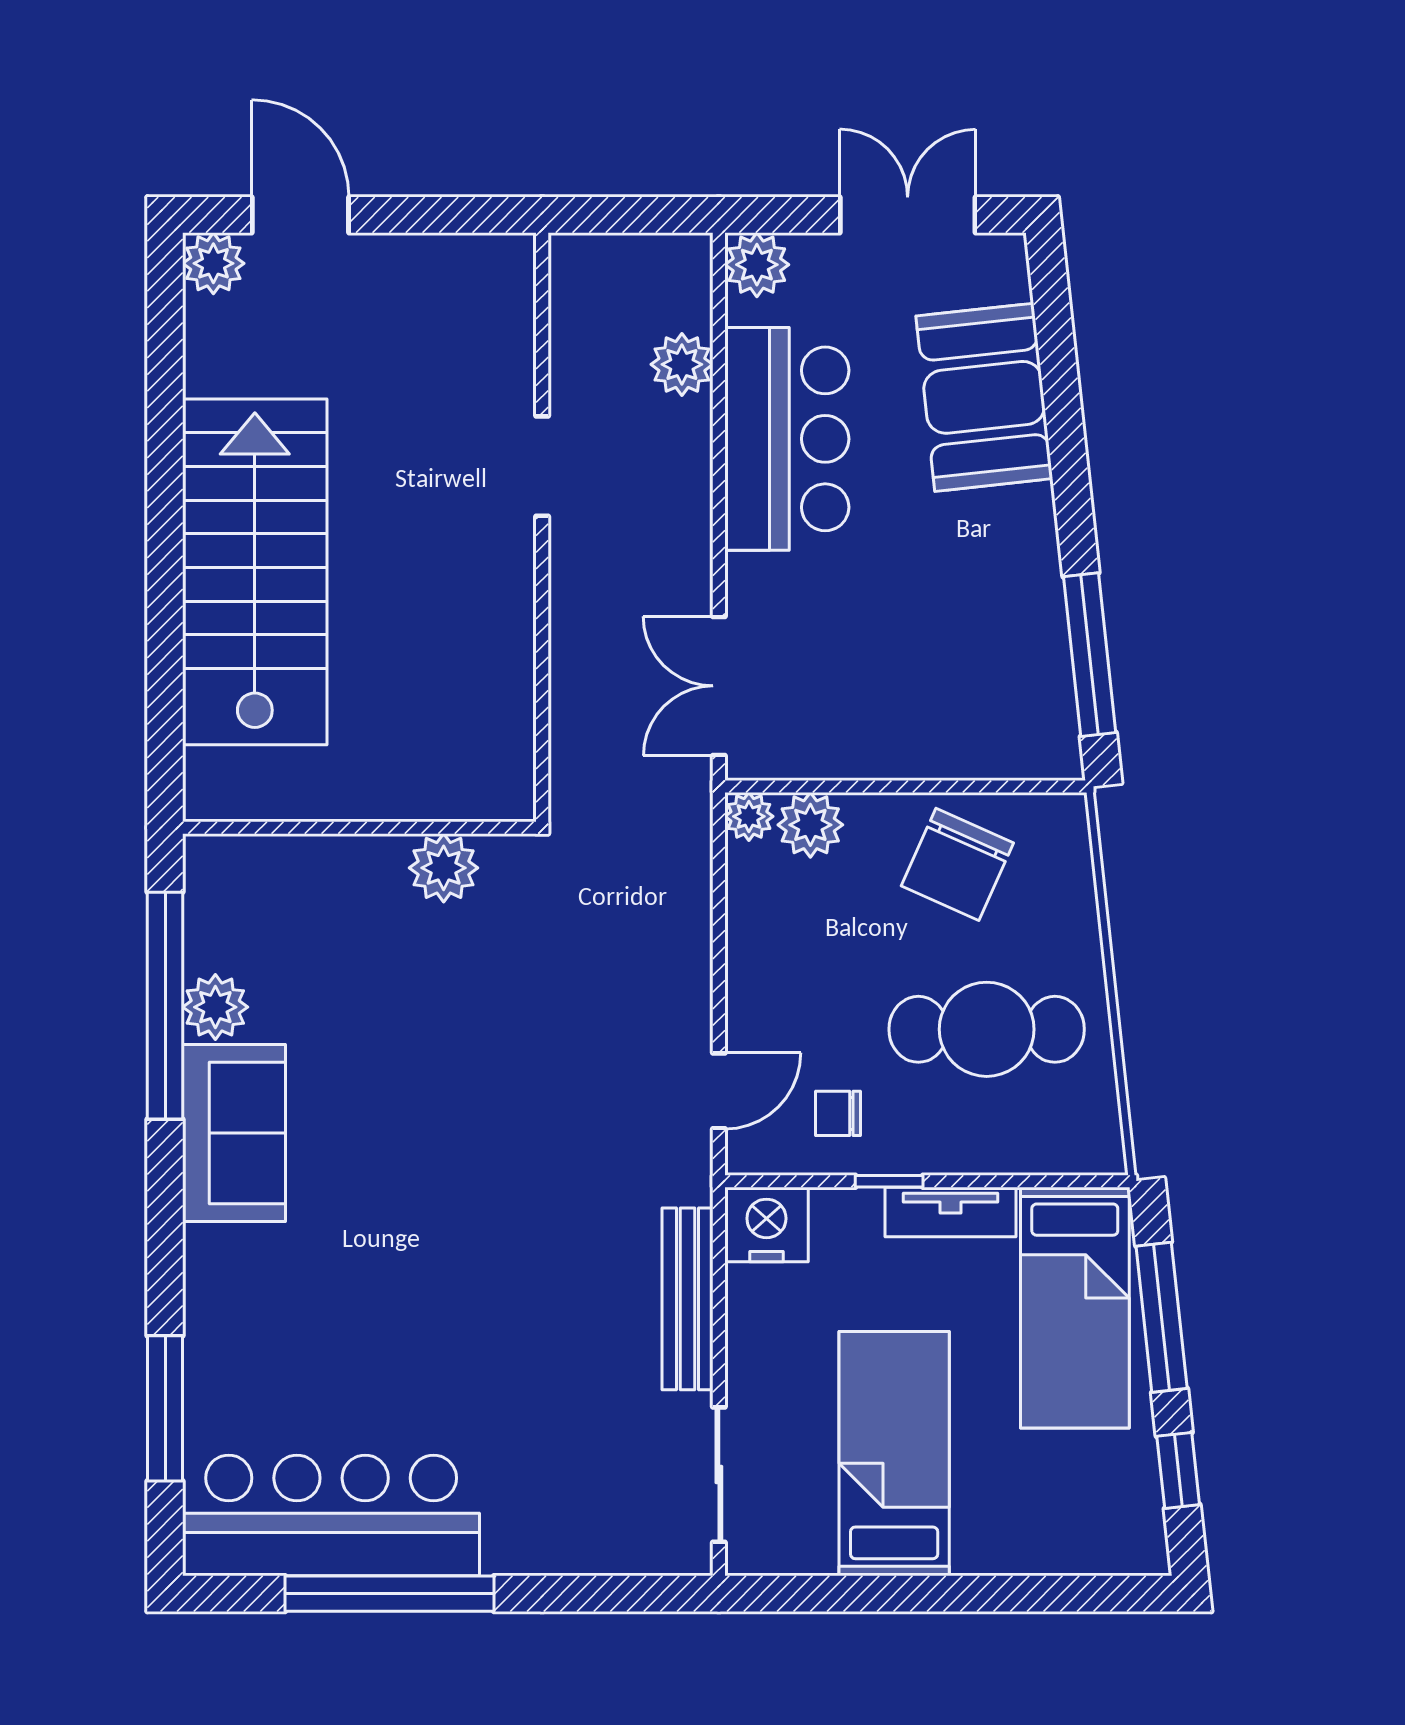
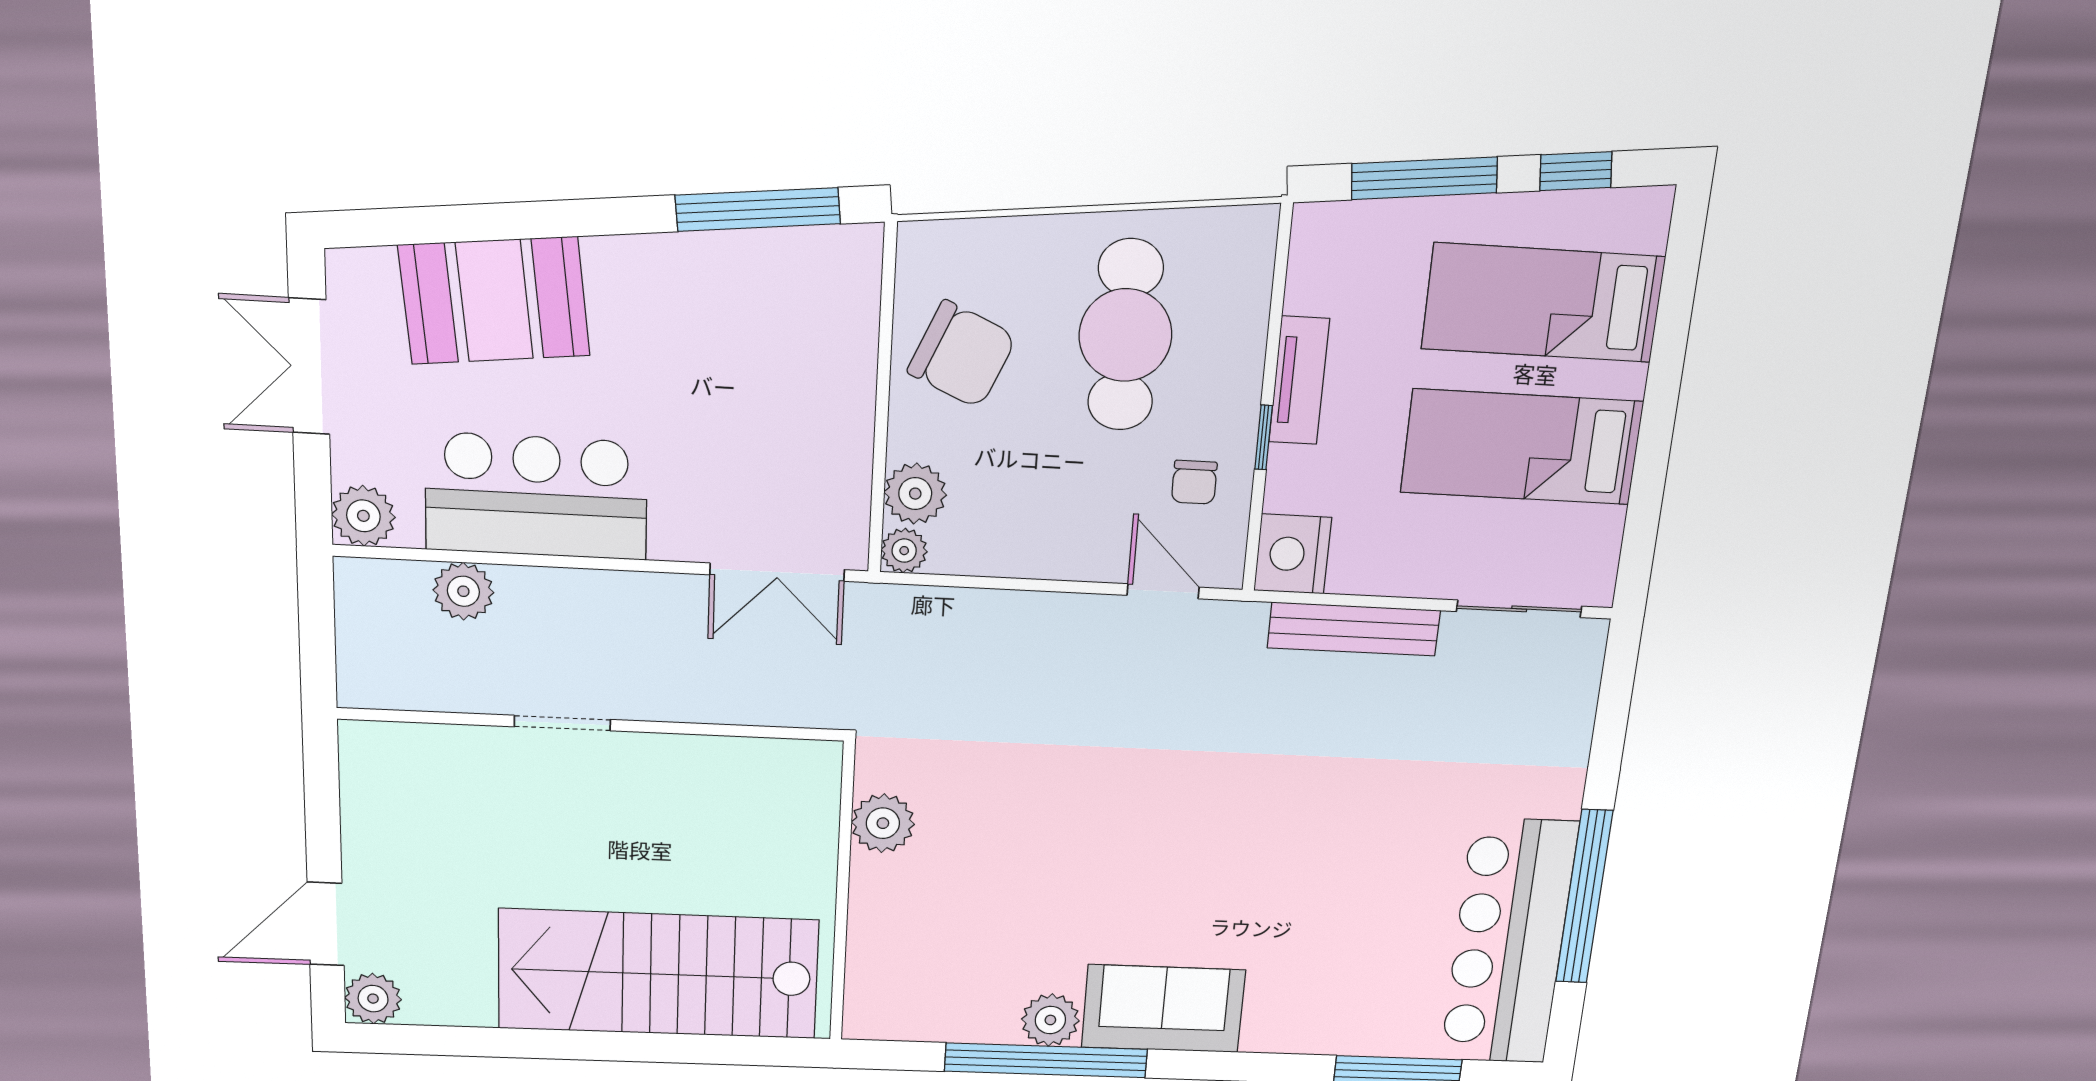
wall: (359, 828) -> (842, 893), moved
plant: (444, 868) -> (883, 823), moved
bed: (1075, 1308) -> (1543, 303), moved, turned 180

